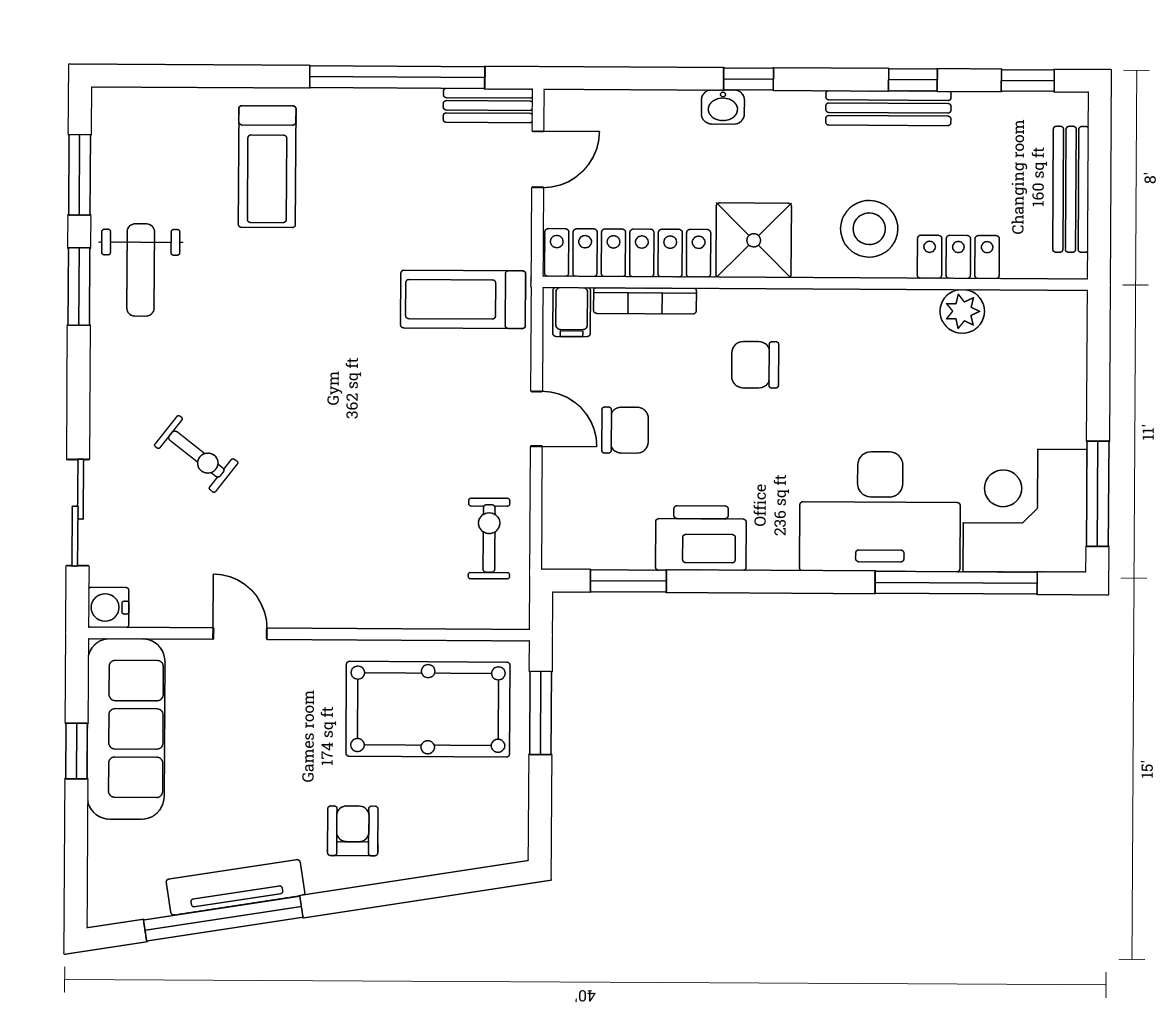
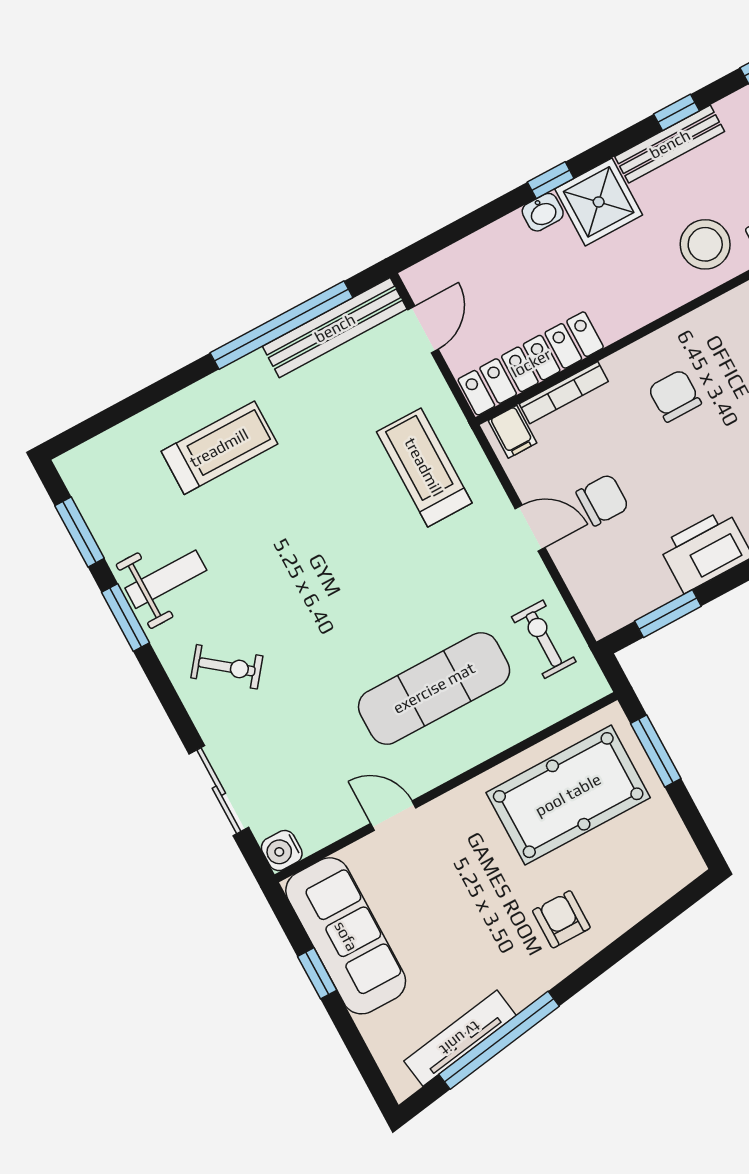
bench: (488, 106) -> (335, 328), width x1.86, depth x1.21
treadmill: (267, 167) -> (219, 448), turned -90
shower: (754, 240) -> (599, 202), moved
weight bench: (141, 270) -> (166, 579), turned -90
treadmill: (463, 299) -> (424, 467), turned 90
chair: (755, 365) -> (675, 396), turned 90
exercise bike: (196, 454) -> (227, 667), moved
exercise mat: (351, 528) -> (434, 688), added
tv unit: (236, 887) -> (460, 1038), moved

